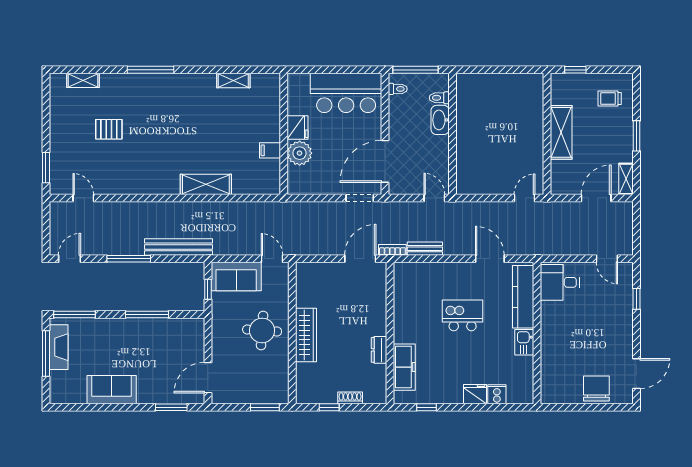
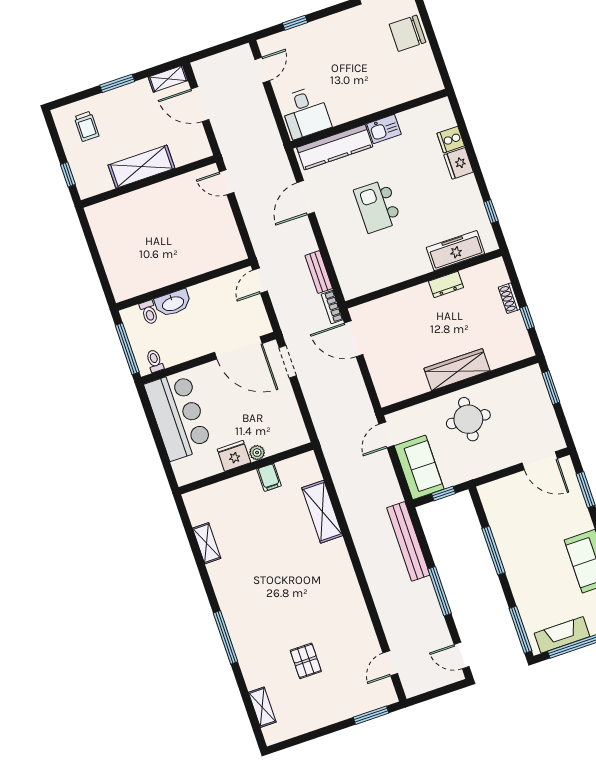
plant: (300, 153) -> (257, 453), width x0.53, depth x0.53
shelving: (206, 184) -> (322, 512), moved

